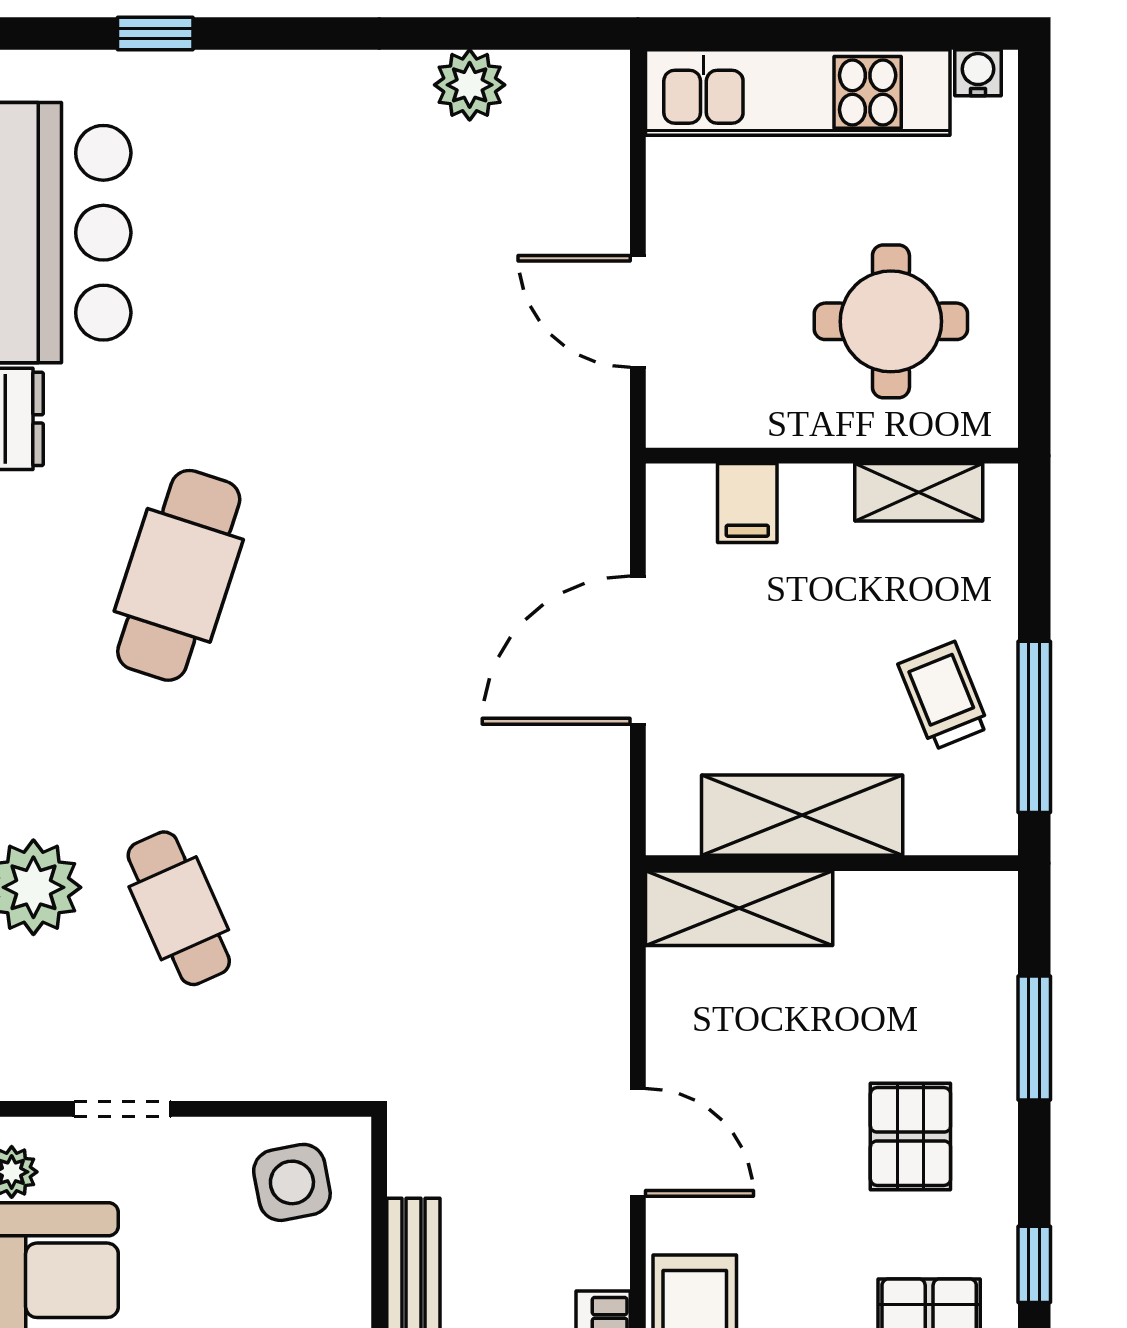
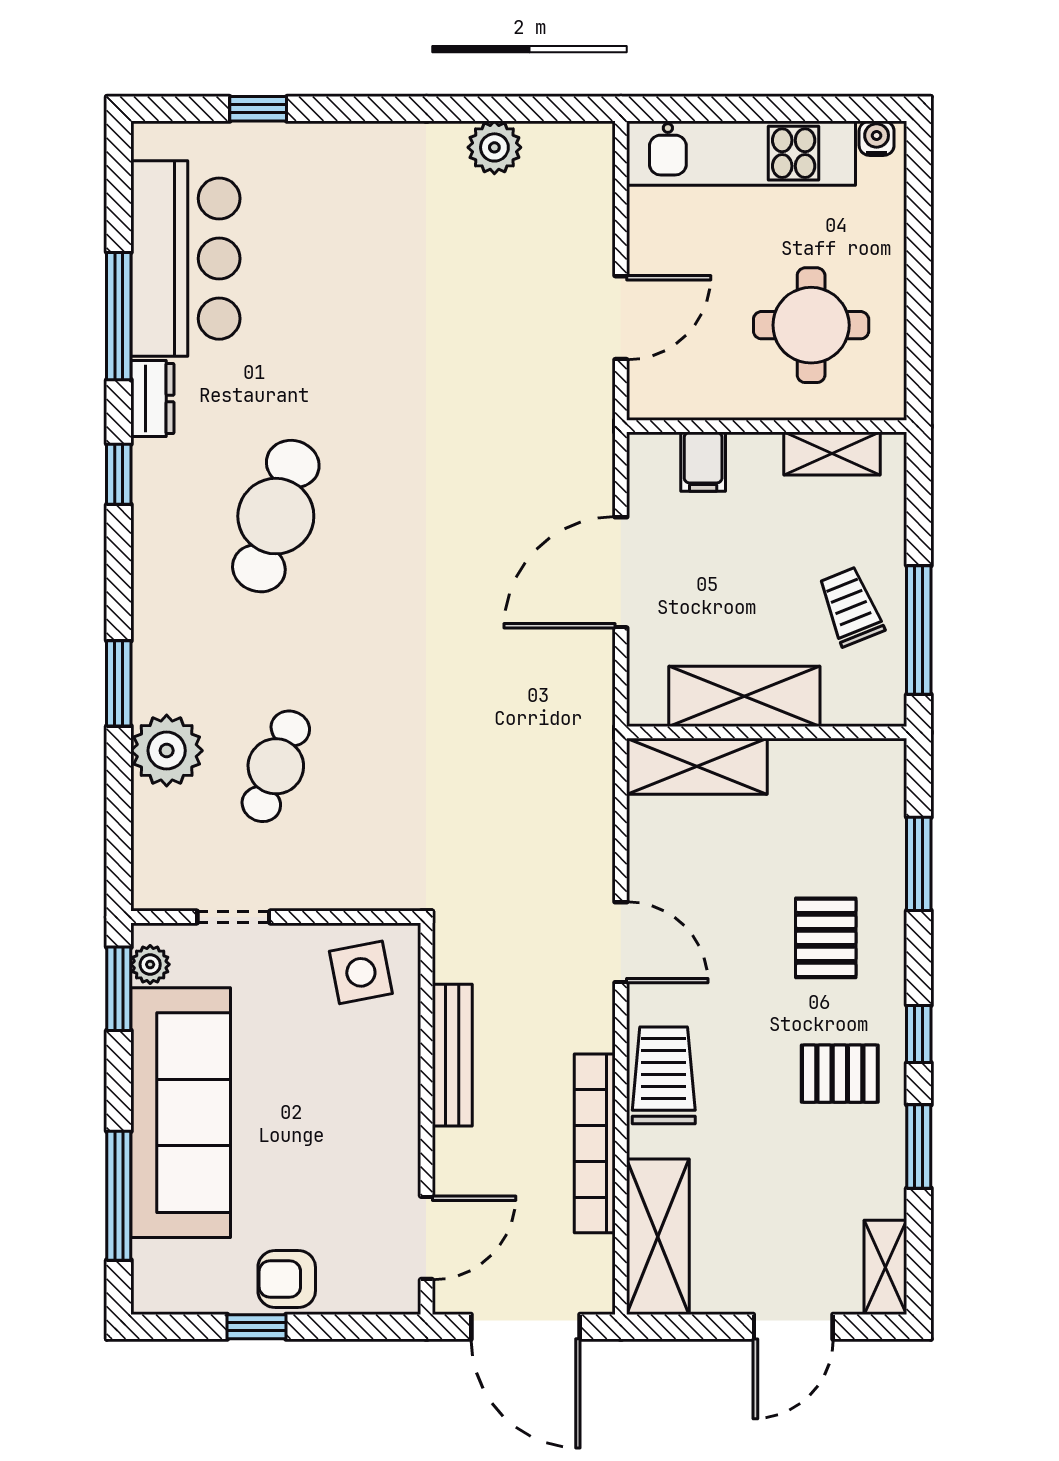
door: (638, 311) -> (621, 318), swing flipped
cafe table: (179, 908) -> (276, 766), turned 45

